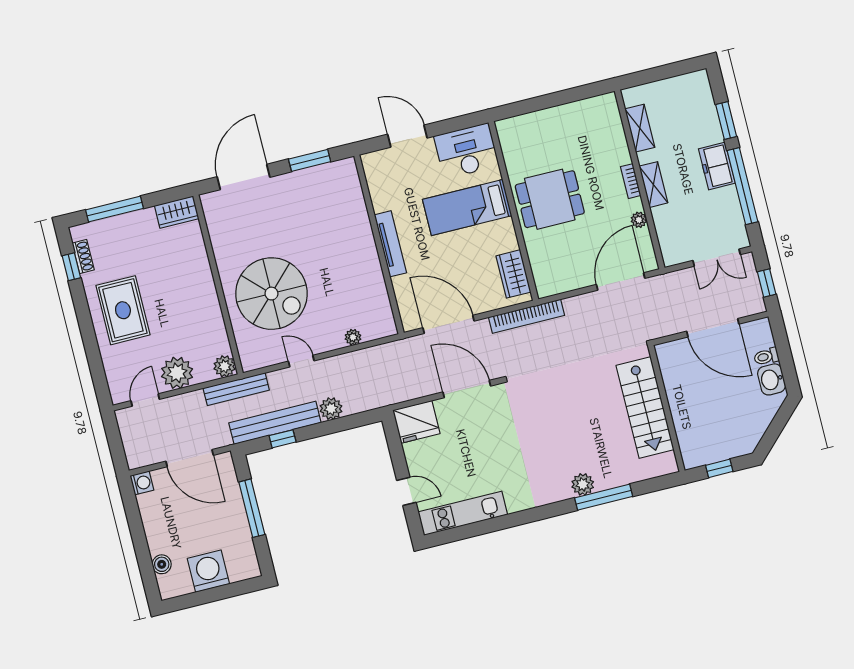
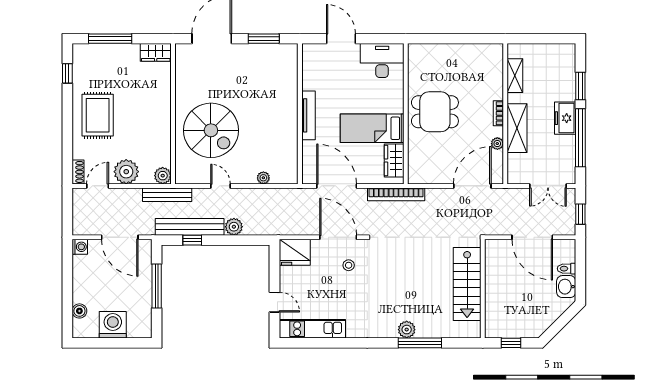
shelving: (653, 185) -> (517, 128), width x1.50, depth x1.33
bed: (467, 208) -> (372, 128), moved
shoe rack: (83, 256) -> (78, 172), moved
stool: (489, 421) -> (349, 265), added

